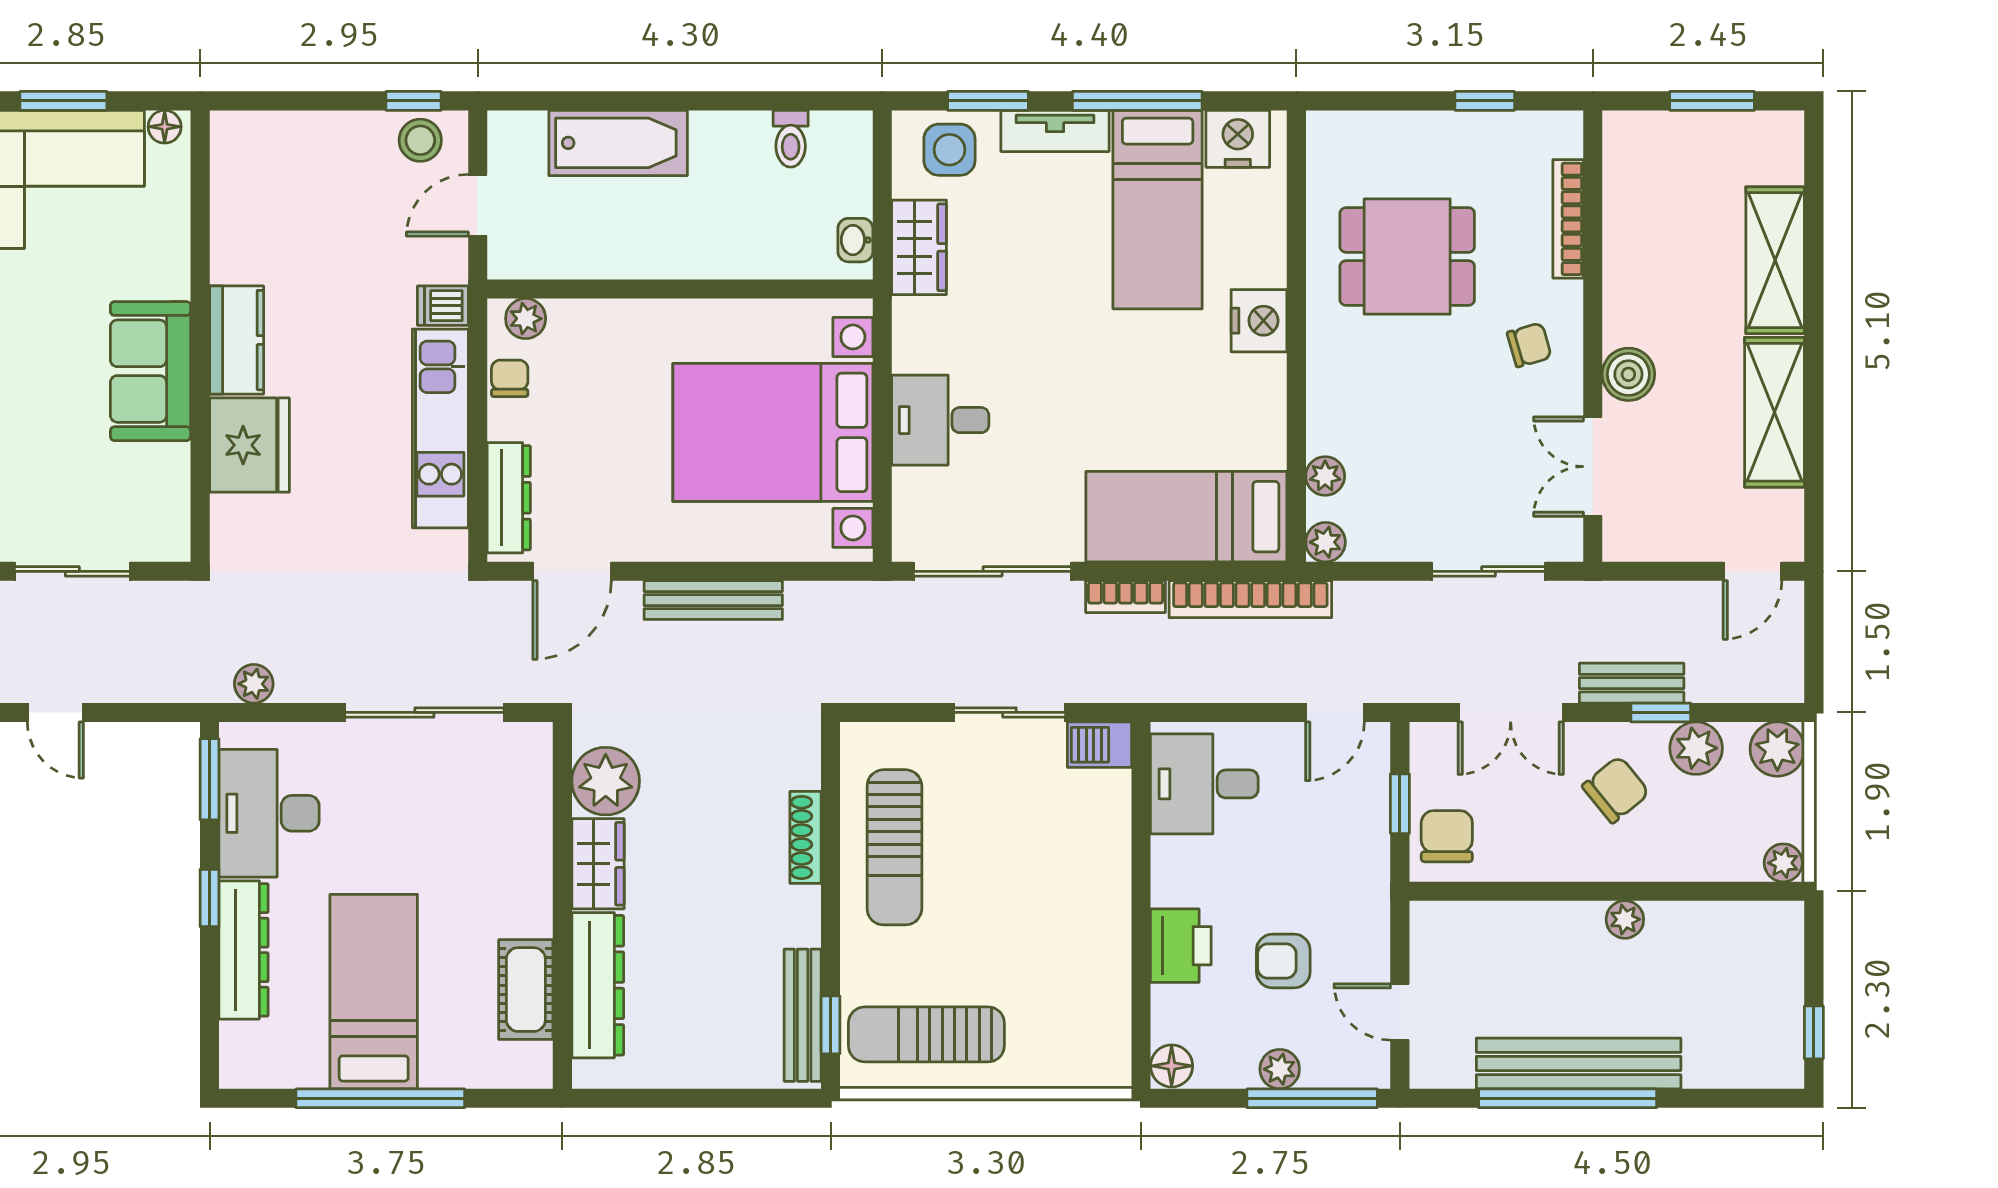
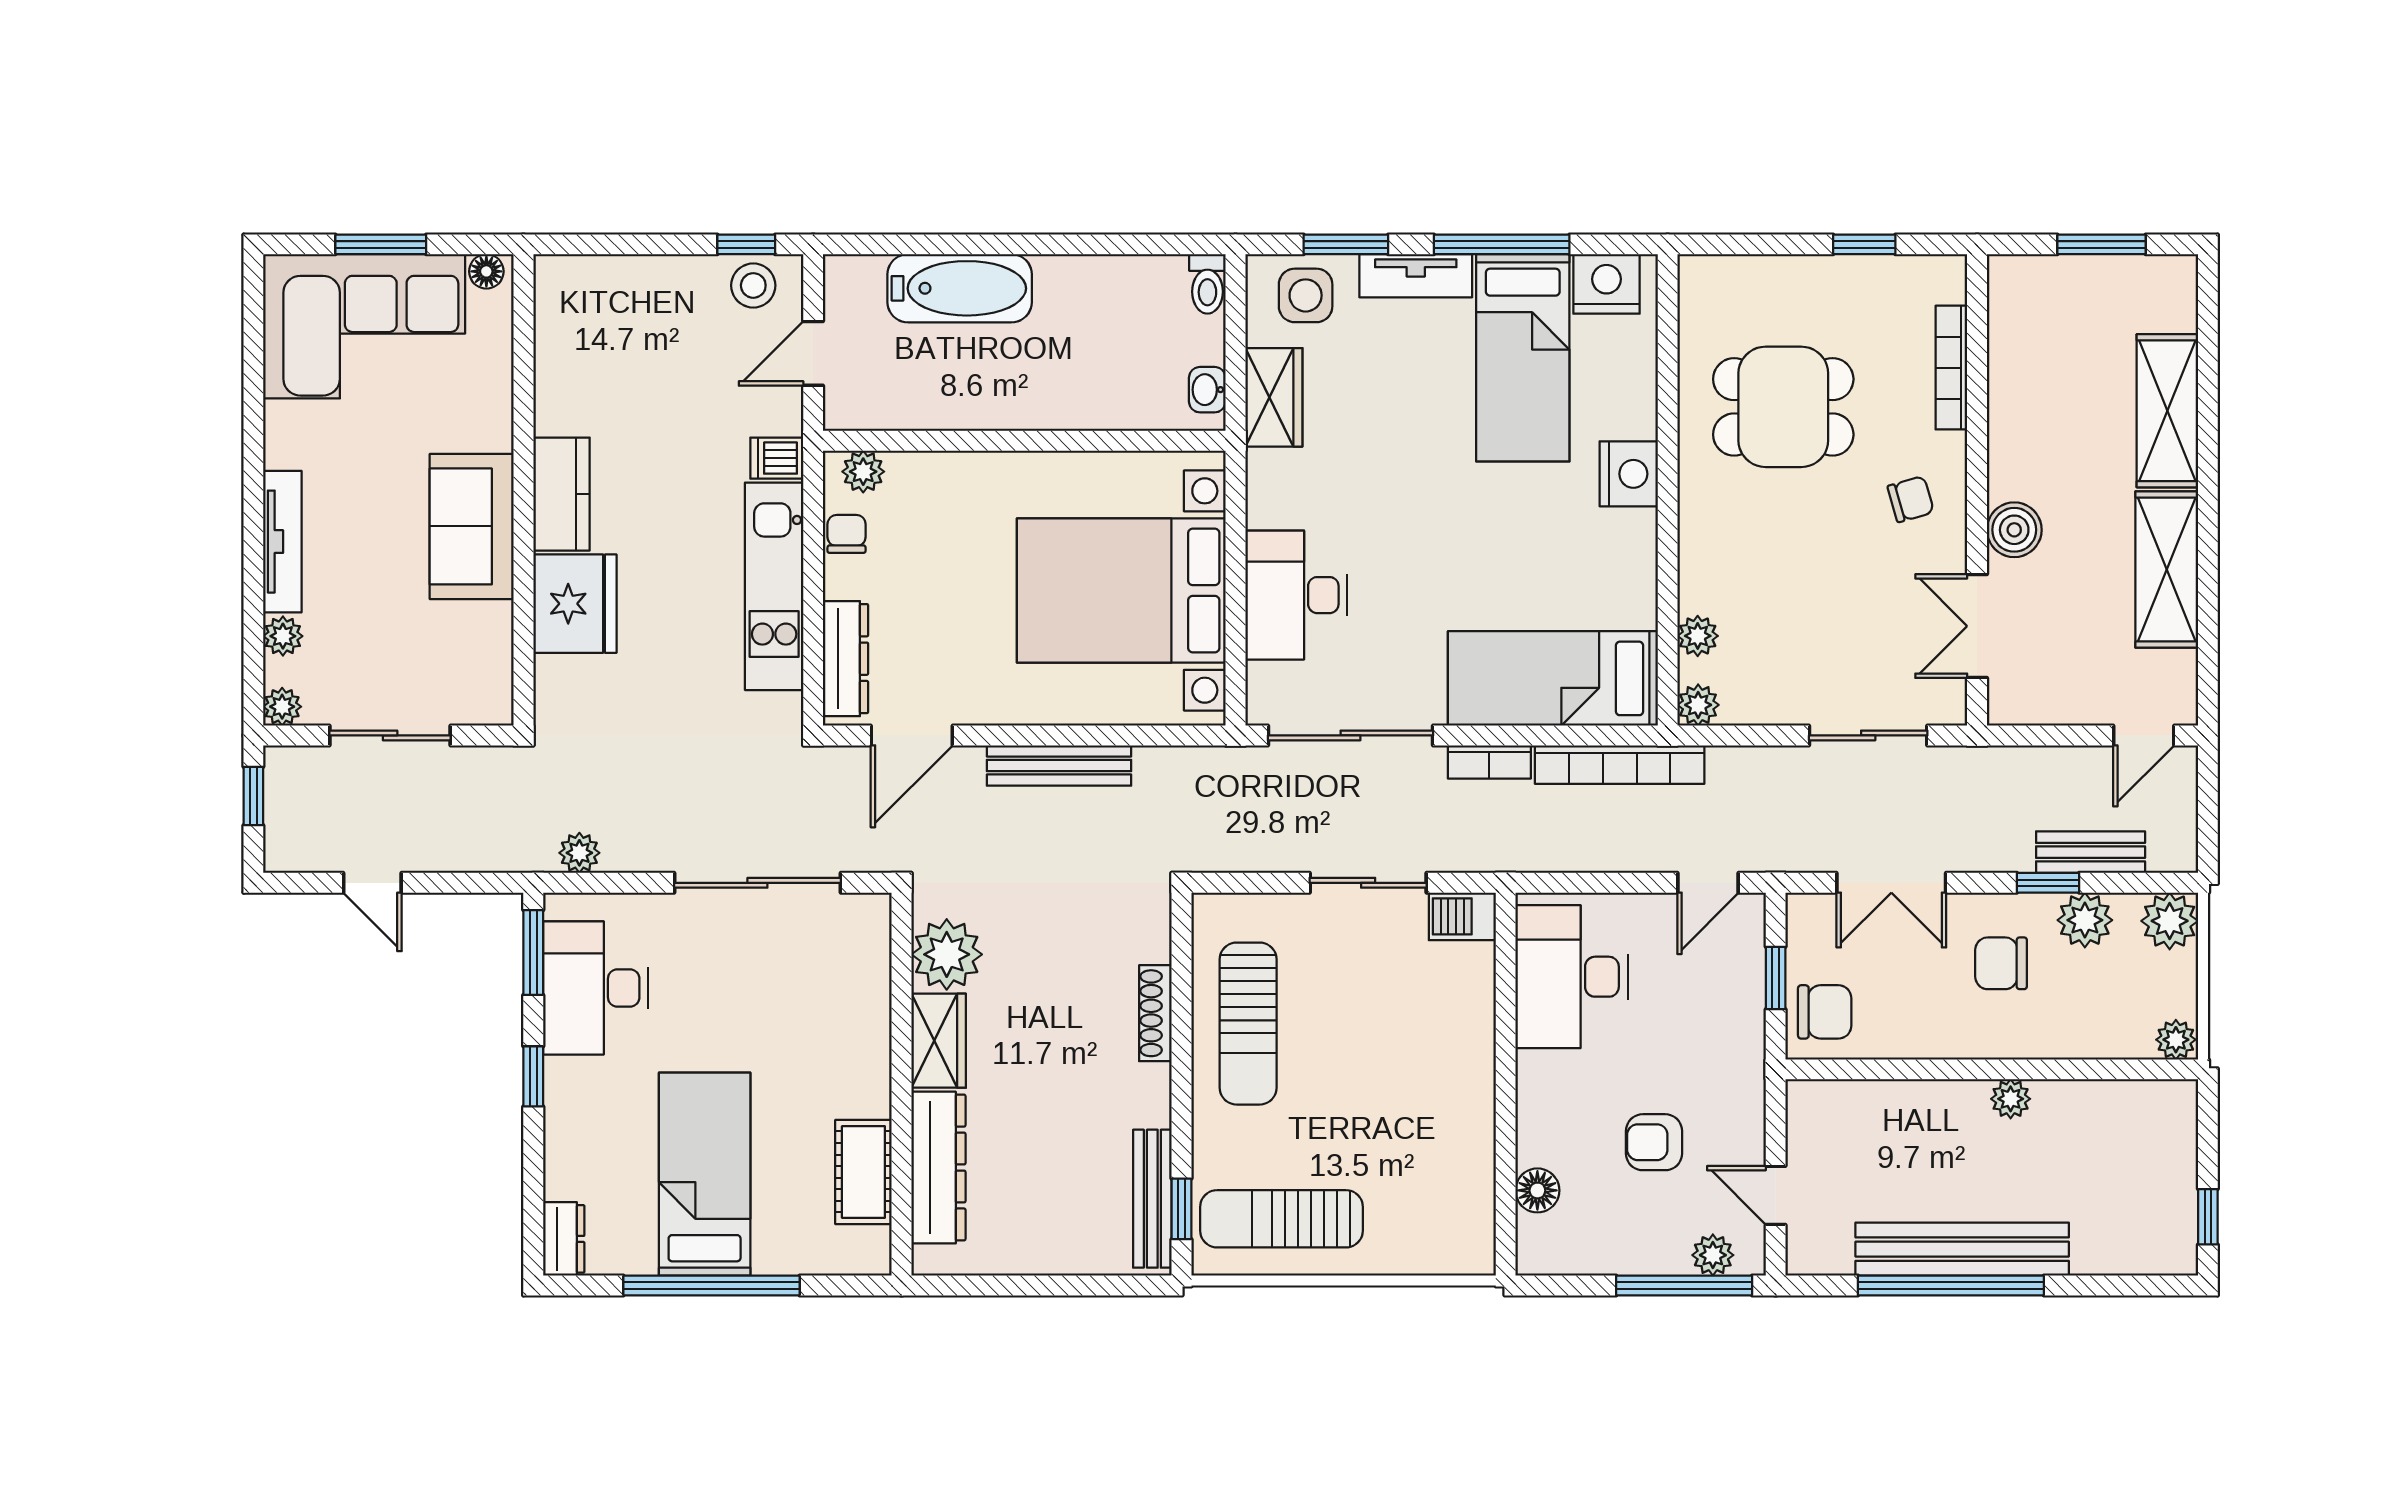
toilet: (791, 139) -> (1207, 284), moved
desk: (940, 420) -> (1296, 595), width x1.37
bench: (1632, 683) -> (2091, 852), moved
desk: (1204, 784) -> (1572, 977), width x1.37
chair: (1616, 790) -> (2001, 963), turned -141
chair: (1447, 836) -> (1825, 1012), turned 90
printer: (1181, 946) -> (1547, 1126), removed
dresser: (244, 950) -> (564, 1239), moved, width x0.51, depth x0.80
floor lamp: (1172, 1066) -> (1537, 1190), moved
plant: (1280, 1069) -> (1713, 1255), moved

